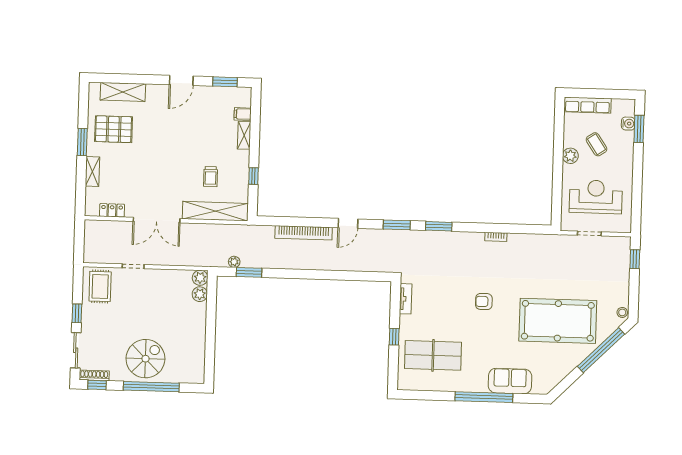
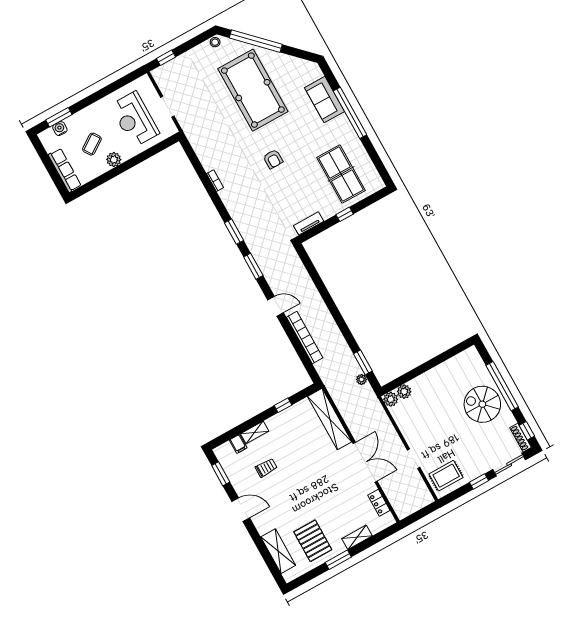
trolley: (211, 177) -> (266, 468), moved

